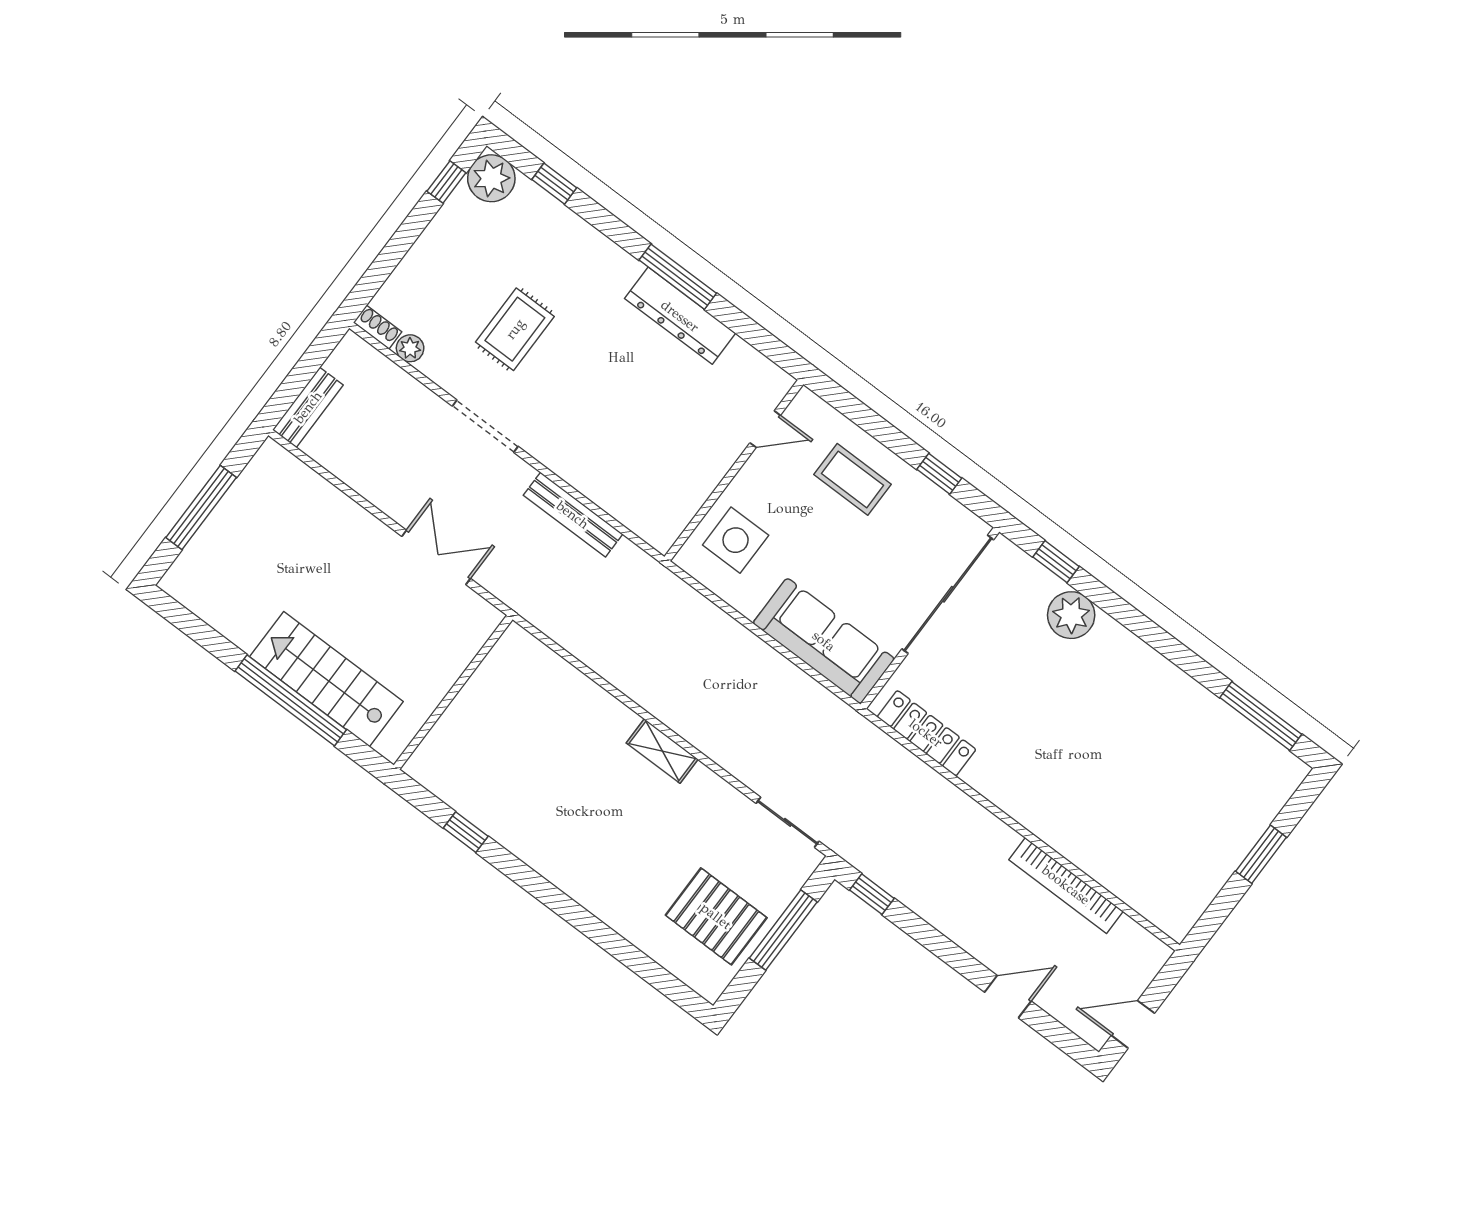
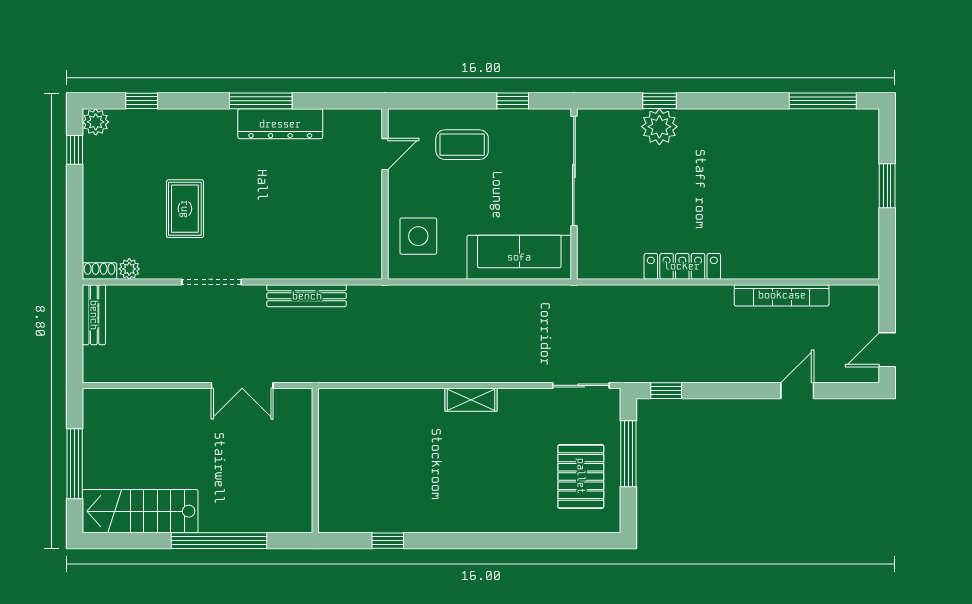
plant: (491, 178) -> (96, 122), width x0.73, depth x0.73
bench: (308, 407) -> (94, 315), moved
double door: (436, 557) -> (242, 385), swing flipped
window: (1056, 562) -> (660, 101), moved
stairs: (326, 679) -> (140, 511), moved
locker: (926, 733) -> (682, 266), moved
pallet: (716, 916) -> (581, 476), turned 90

